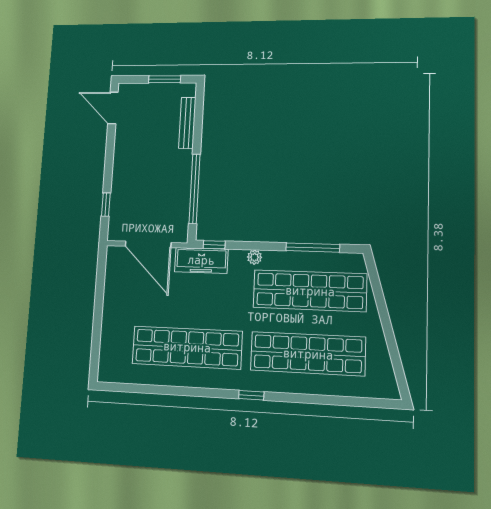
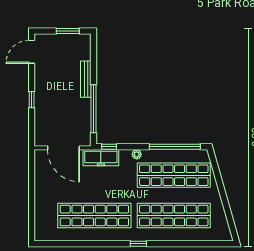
door: (113, 108) -> (32, 52), hinge flipped
bench: (187, 123) -> (86, 79), moved
window: (106, 205) -> (32, 100), moved
window: (313, 248) -> (175, 147), width x1.46

